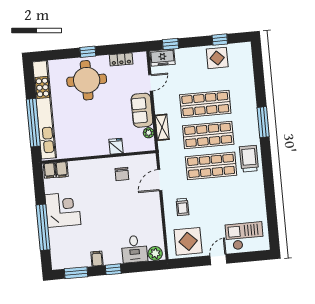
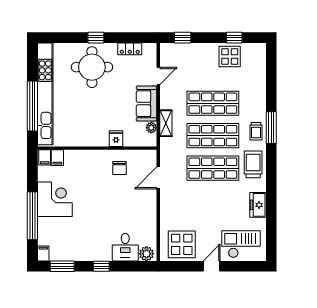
freezer: (163, 58) -> (258, 205), moved, turned 90
trolley: (182, 207) -> (256, 131), moved
filing cabinet: (97, 259) -> (43, 253), moved

